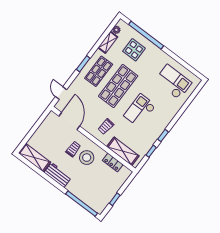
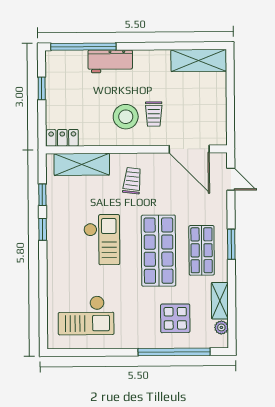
locker: (113, 162) -> (62, 138), moved
workbench: (58, 175) -> (110, 61), moved

